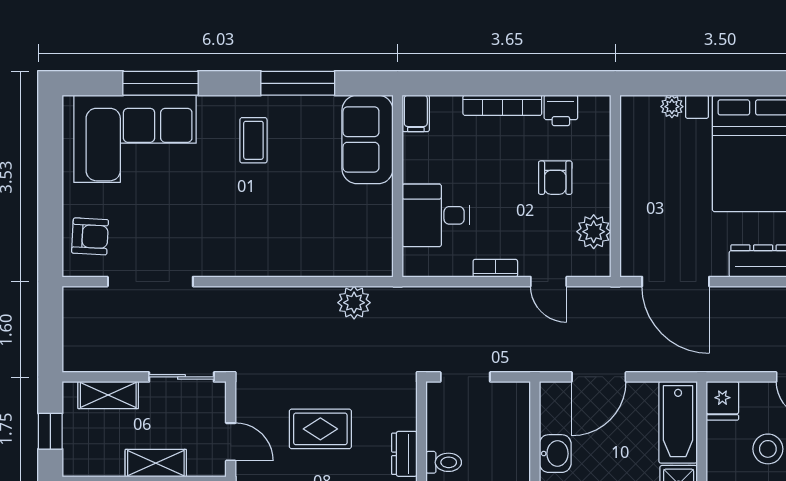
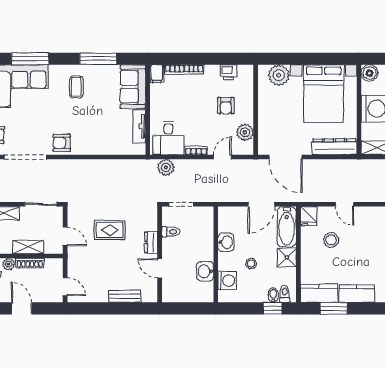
bookcase: (502, 105) -> (184, 70), moved
plant: (672, 107) -> (279, 75), width x1.88, depth x1.88
desk: (436, 215) -> (168, 138), moved, turned -90
tv unit: (380, 220) -> (139, 126), added
armchair: (224, 253) -> (62, 143), added
door: (549, 282) -> (223, 157), swing flipped
plant: (354, 303) -> (166, 167), moved
door: (599, 377) -> (261, 204), moved
toilet: (444, 462) -> (171, 232), moved

